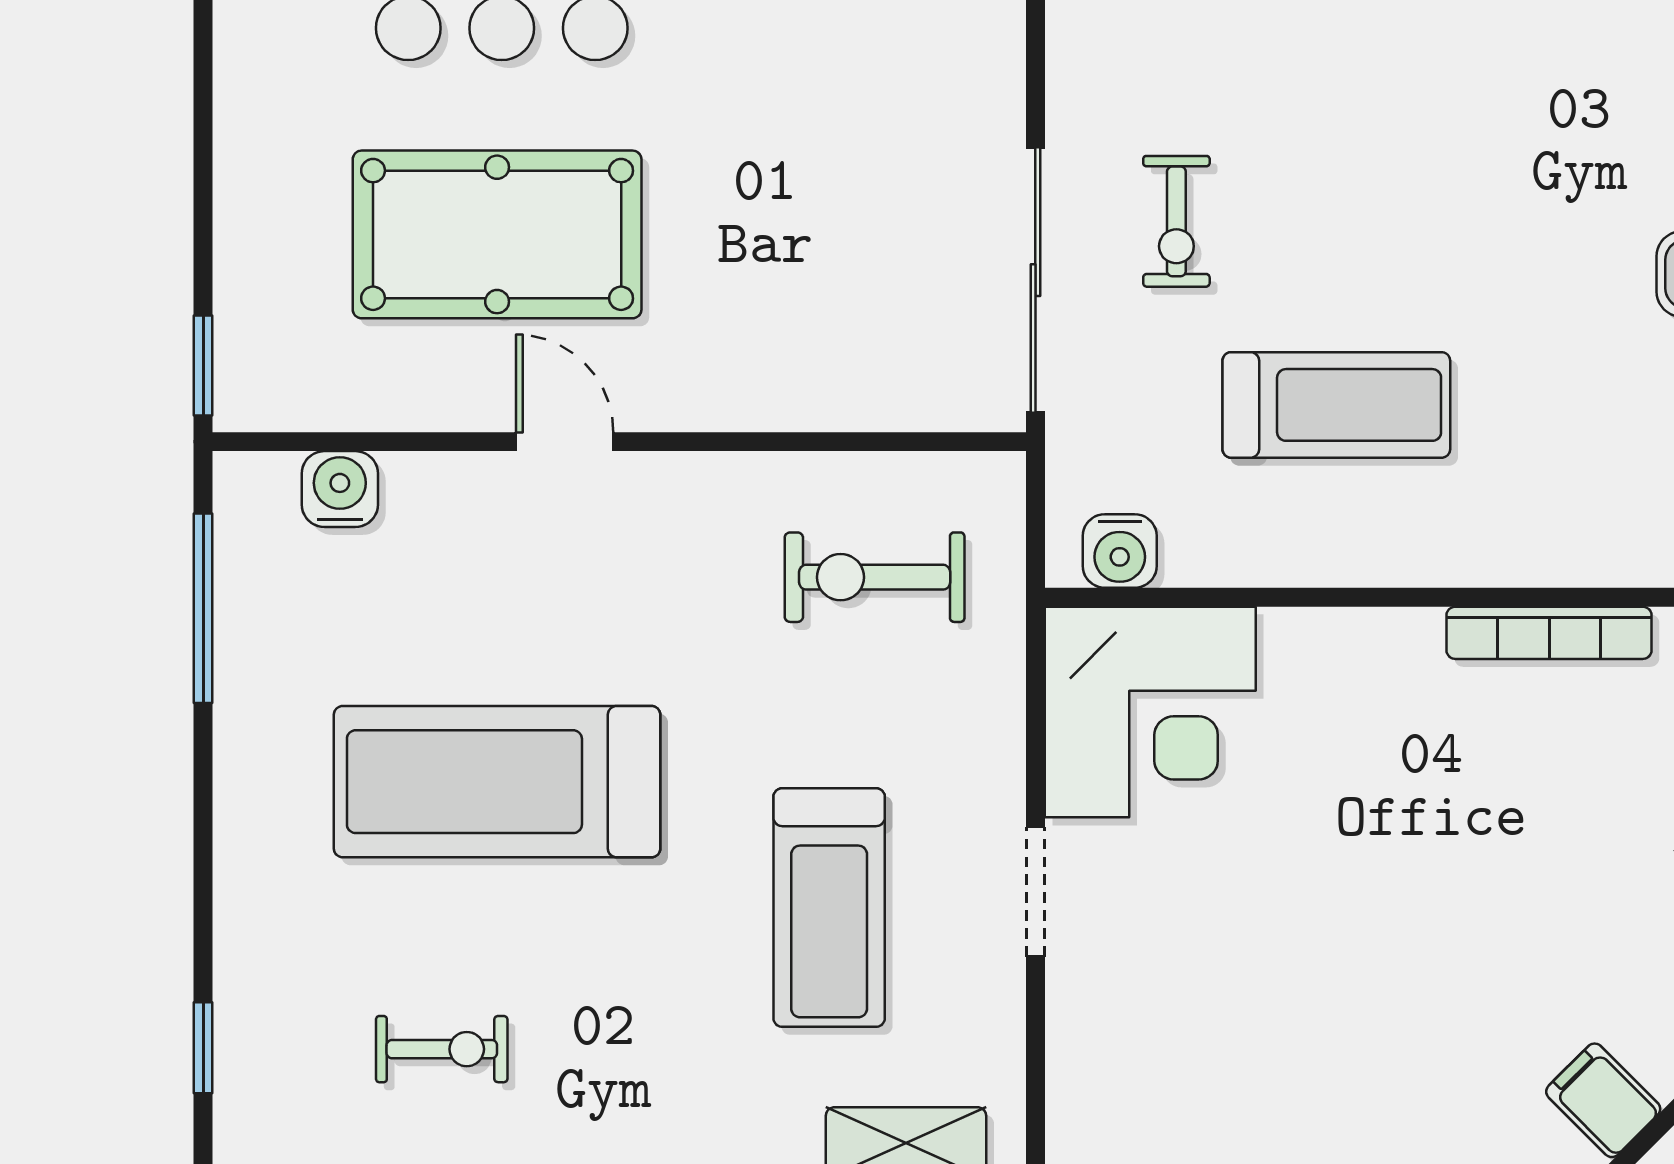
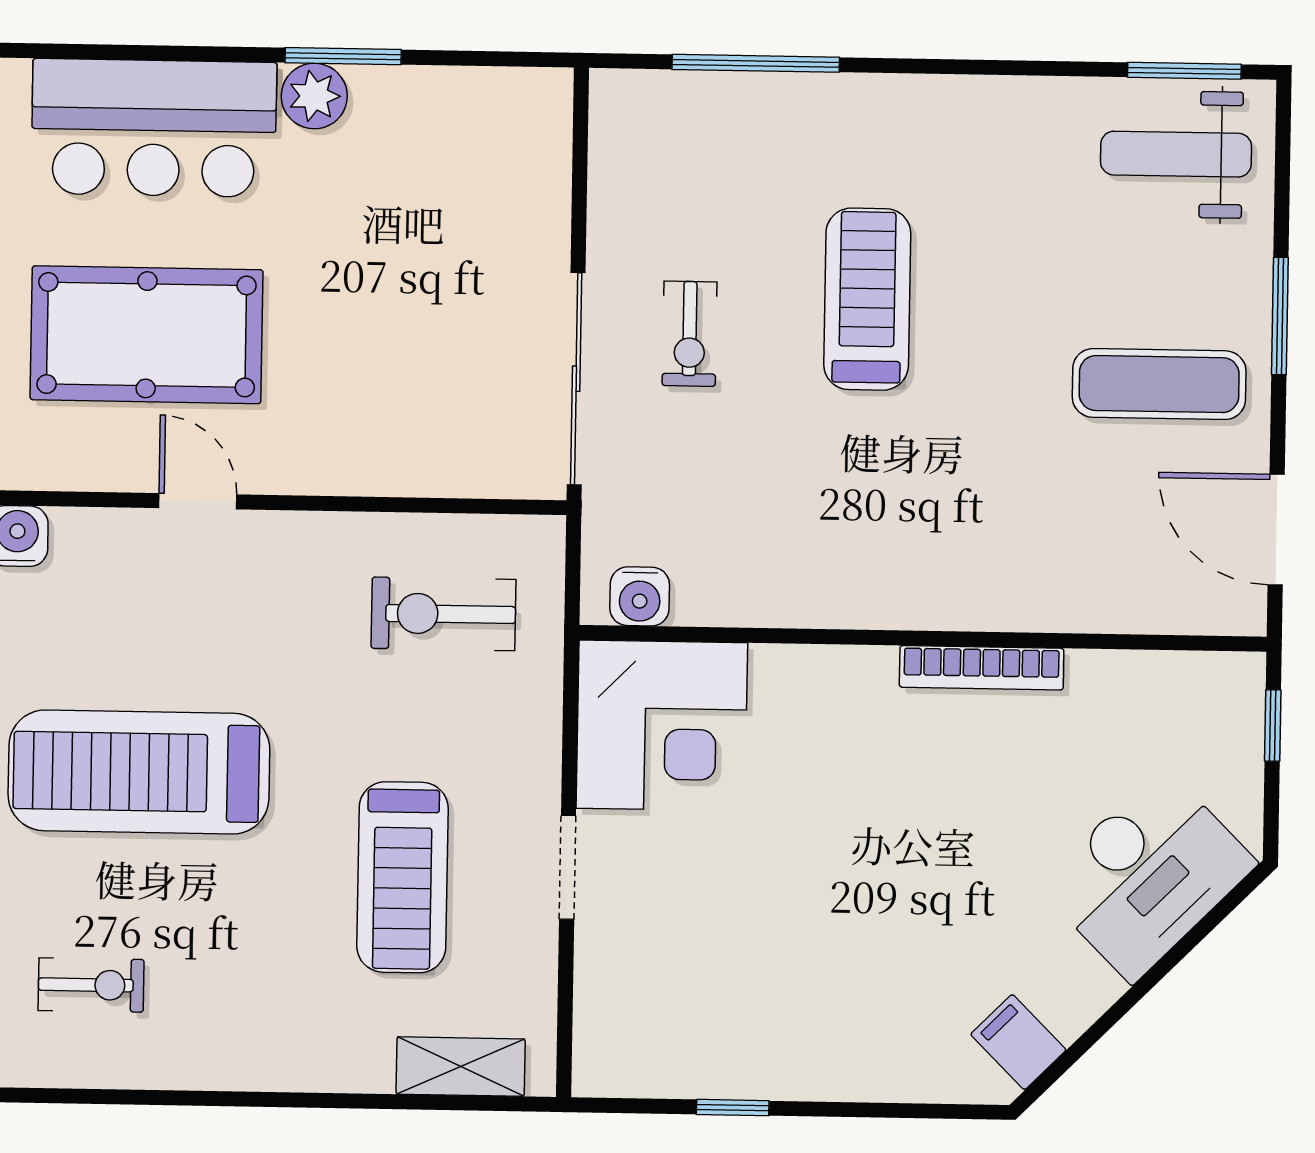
treadmill: (1336, 405) -> (867, 299), moved, turned -90

